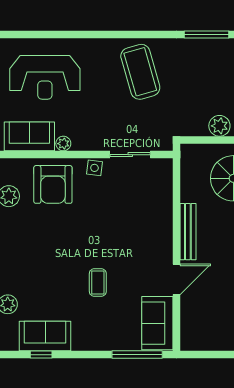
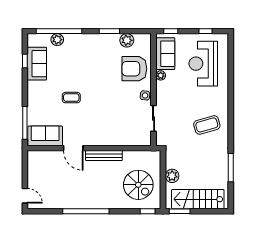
coffee table: (140, 72) -> (207, 125), width x0.73, depth x0.76

